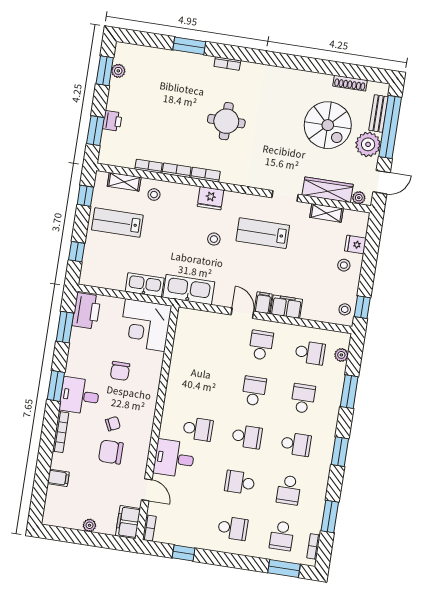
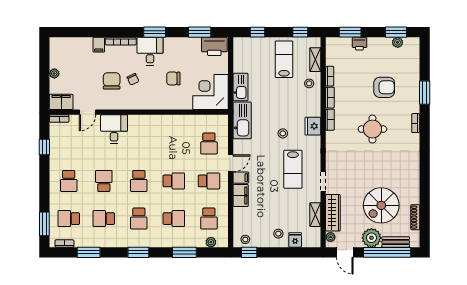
armchair: (174, 97) -> (384, 87), added
lab bench: (263, 233) -> (293, 169), turned 180
school desk: (198, 429) -> (209, 143), moved
filing cabinet: (58, 478) -> (99, 45), moved

